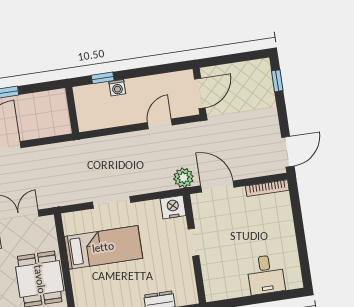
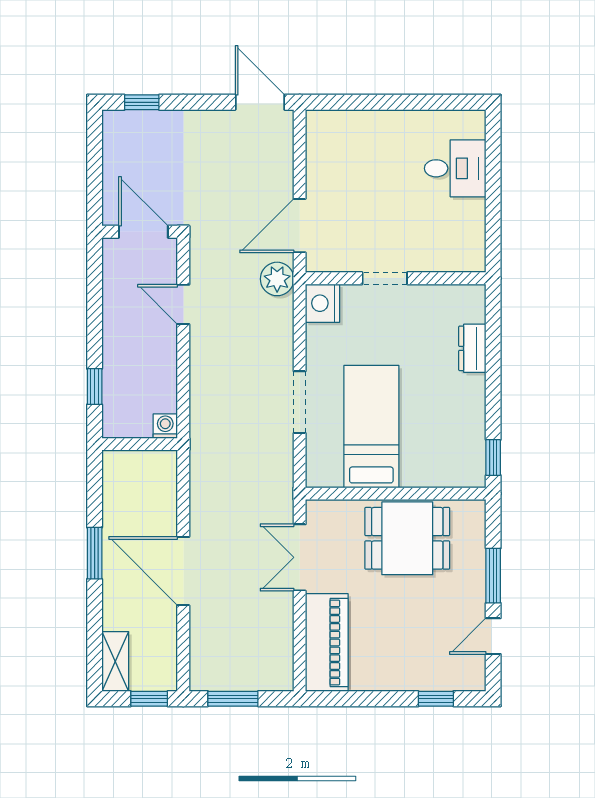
washing machine: (117, 88) -> (165, 426), moved, turned -90
bookcase: (267, 188) -> (314, 145), removed

